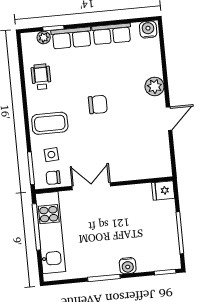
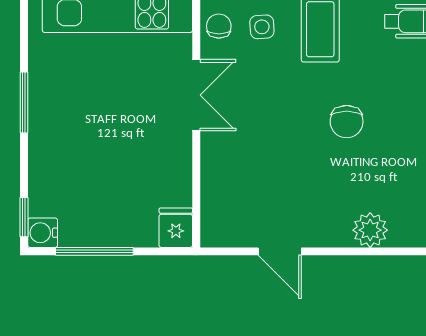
door: (169, 119) -> (280, 251), moved
water cooler: (128, 266) -> (43, 233), moved

